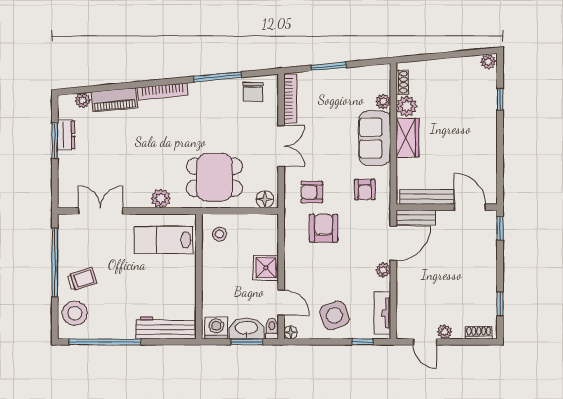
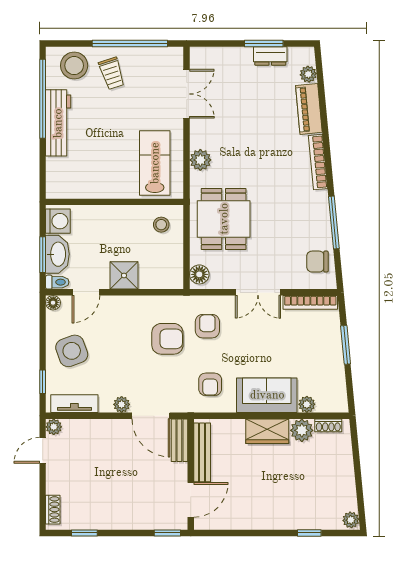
armchair: (365, 190) -> (210, 384), turned -90
workbench: (166, 328) -> (58, 123), moved
plant: (445, 332) -> (54, 427), moved

